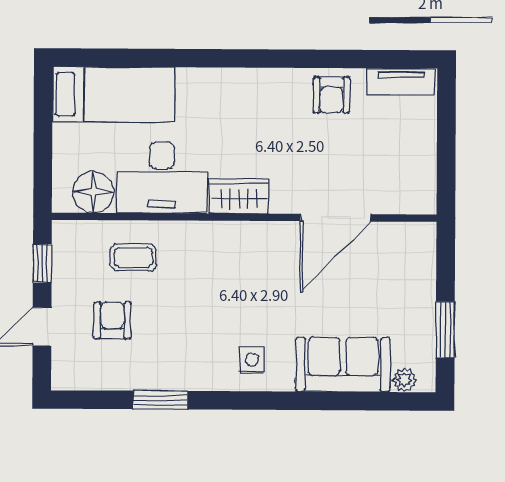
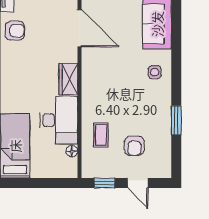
floor lamp: (93, 192) -> (72, 151), width x0.53, depth x0.53
armchair: (112, 320) -> (134, 146), turned -90

